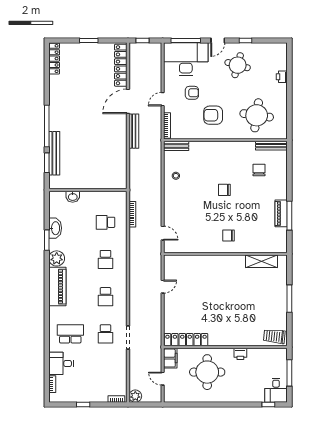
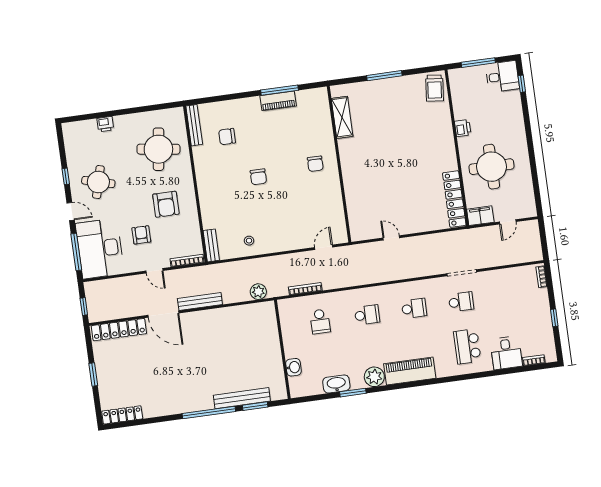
plant: (135, 396) -> (258, 292), moved

